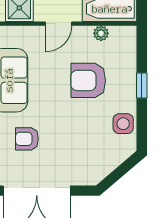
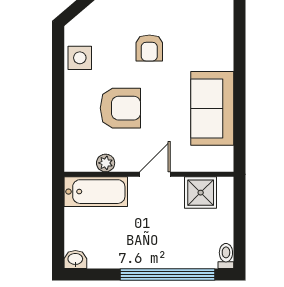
window: (142, 85) -> (58, 102), removed
armchair: (27, 139) -> (149, 48), moved, turned 90

